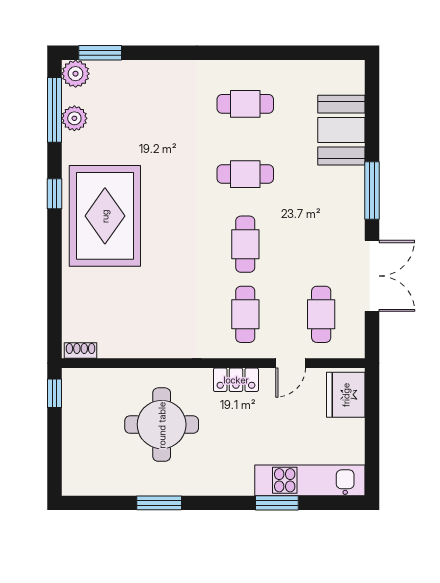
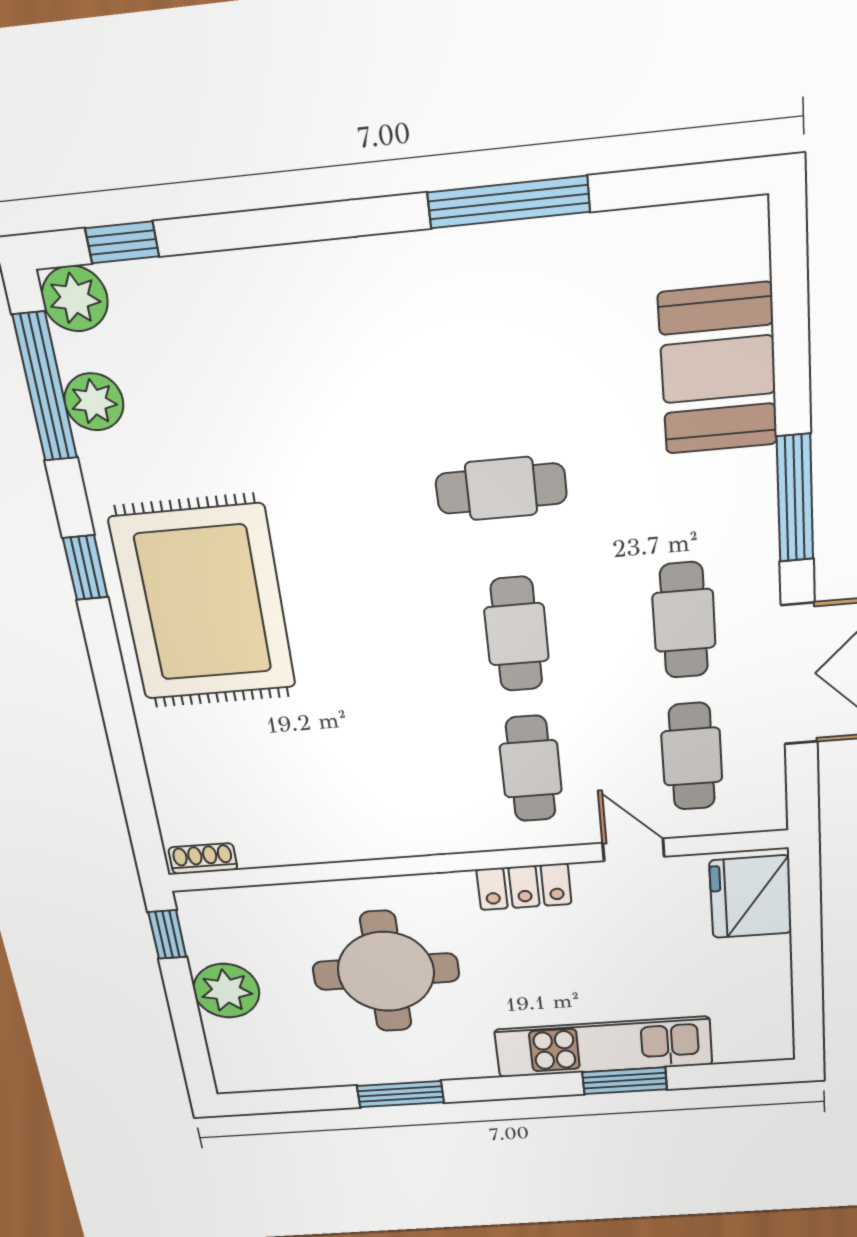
window: (100, 53) -> (122, 242), width x0.67
window: (260, 53) -> (509, 202), added
cafe table: (245, 104) -> (684, 620), moved, turned 90
door: (291, 363) -> (633, 850), swing flipped
plant: (78, 430) -> (226, 991), added
kitchen unit: (310, 480) -> (603, 1047), moved

